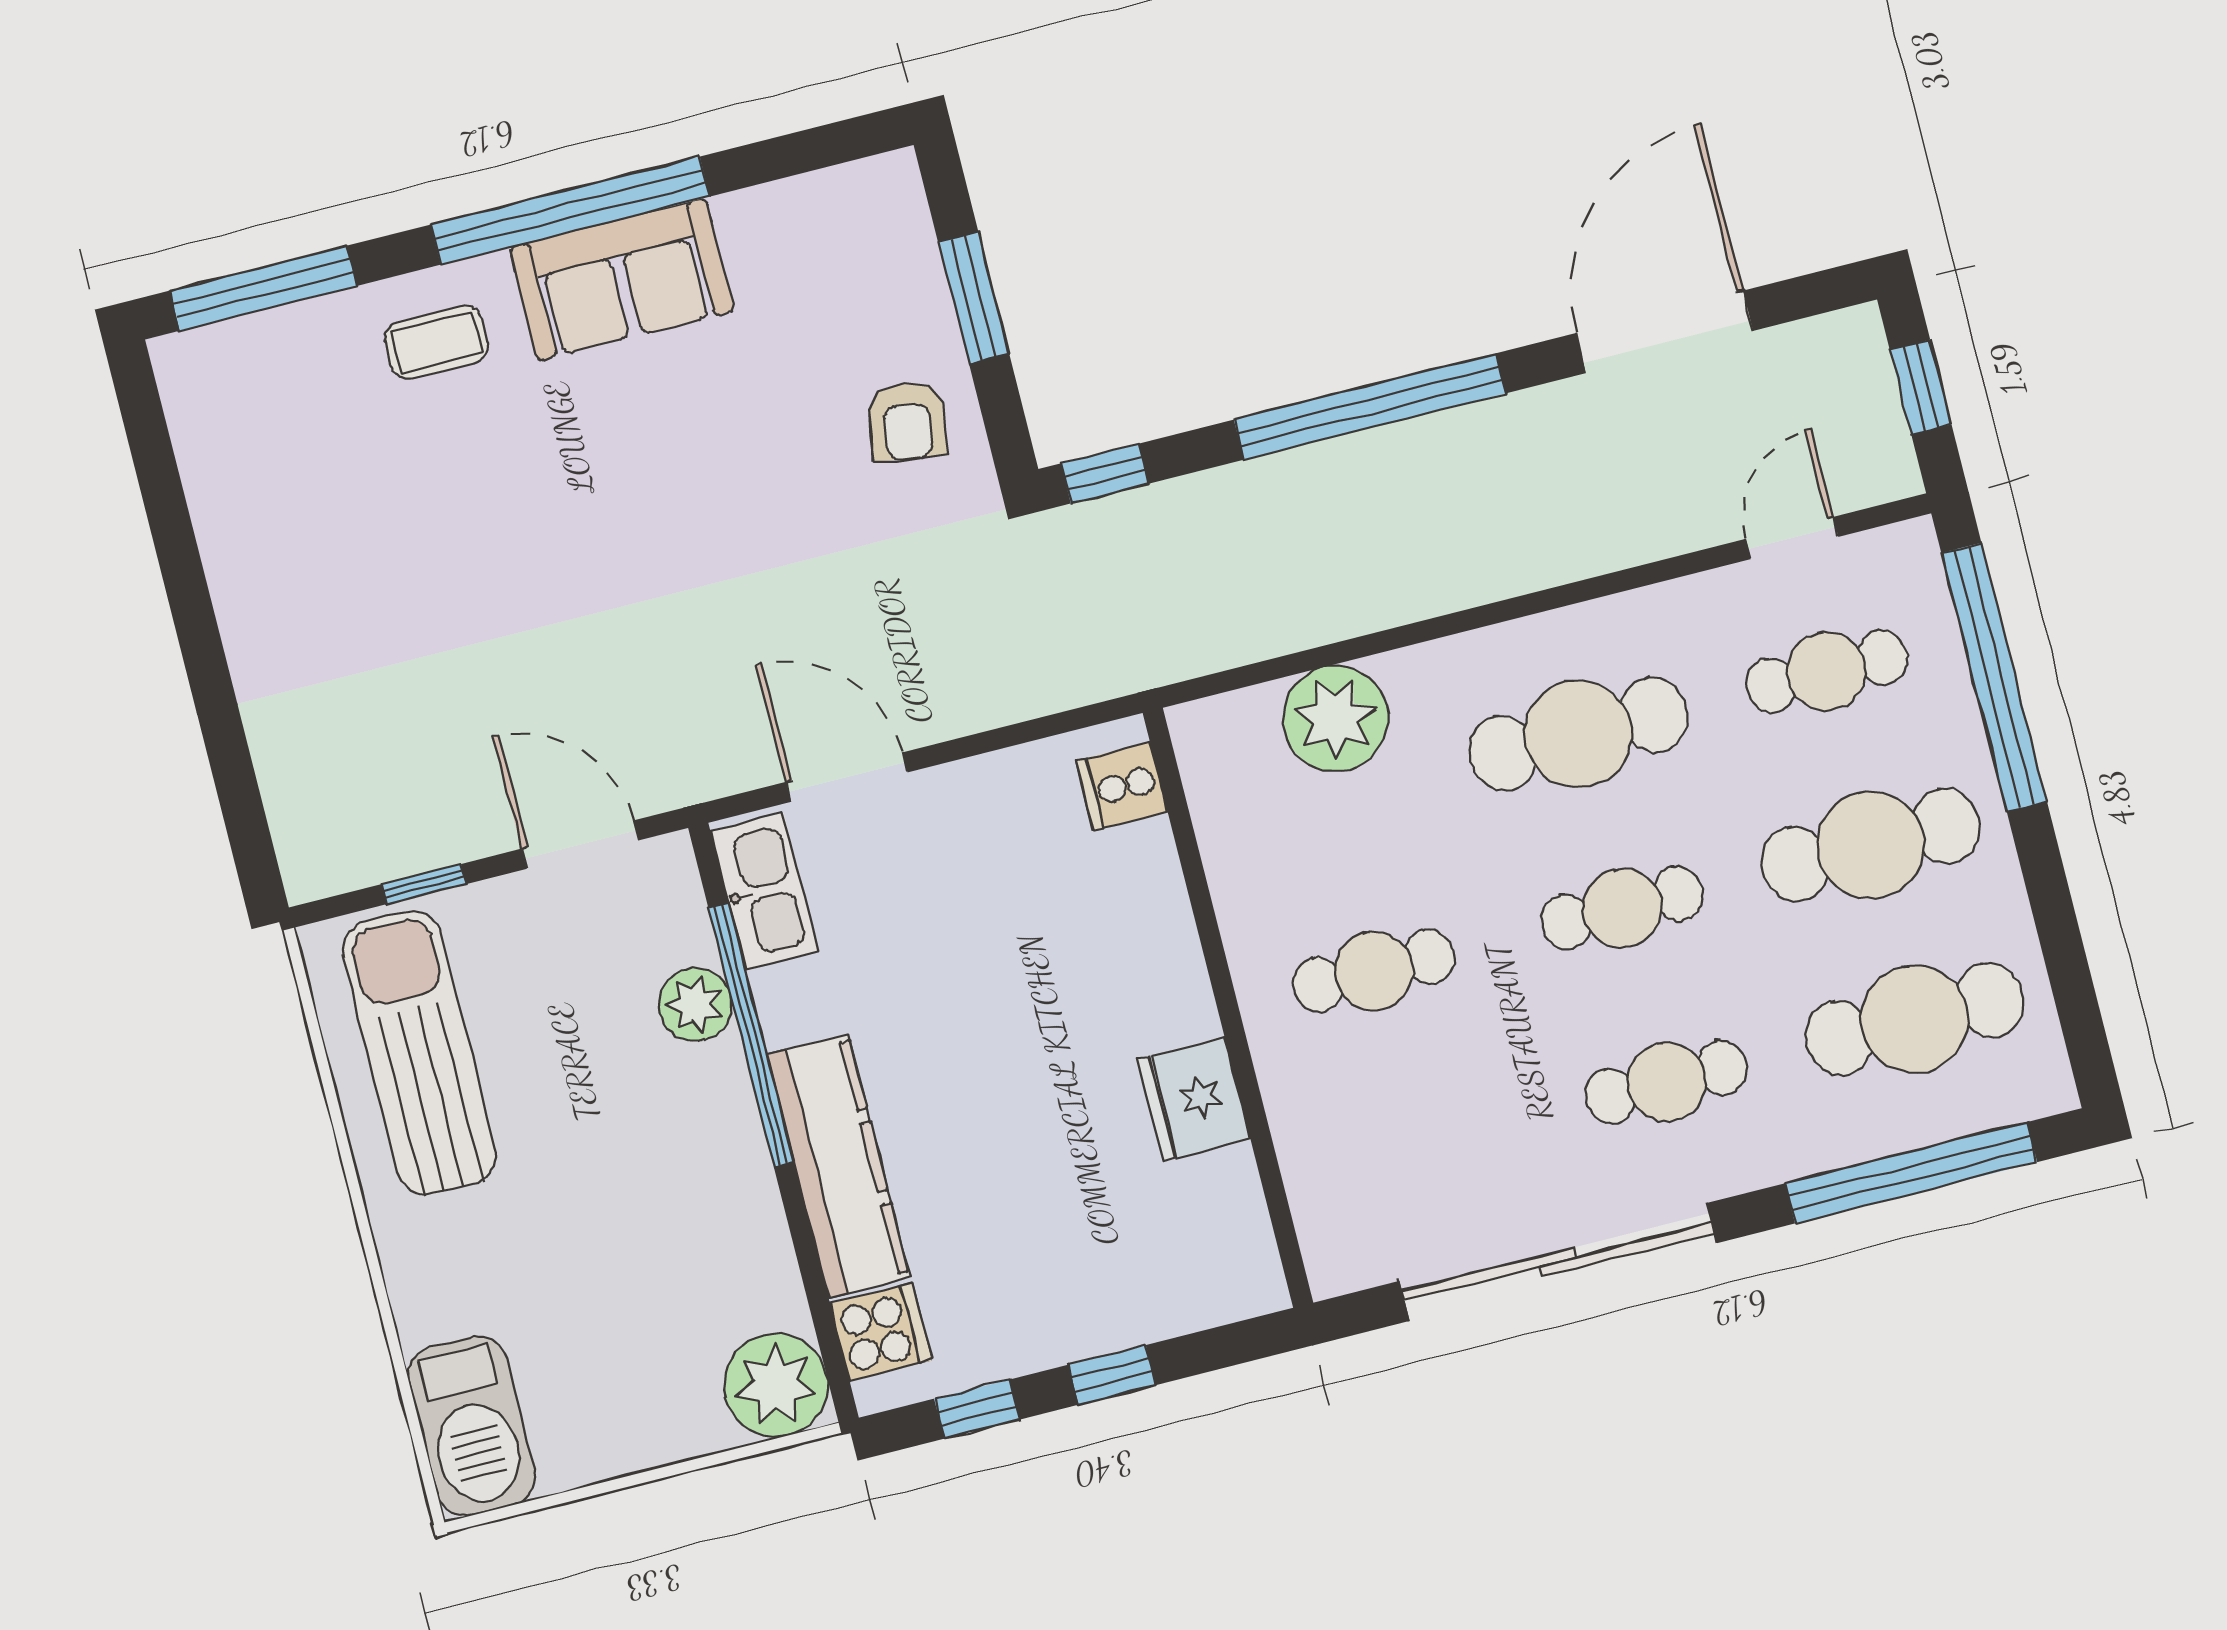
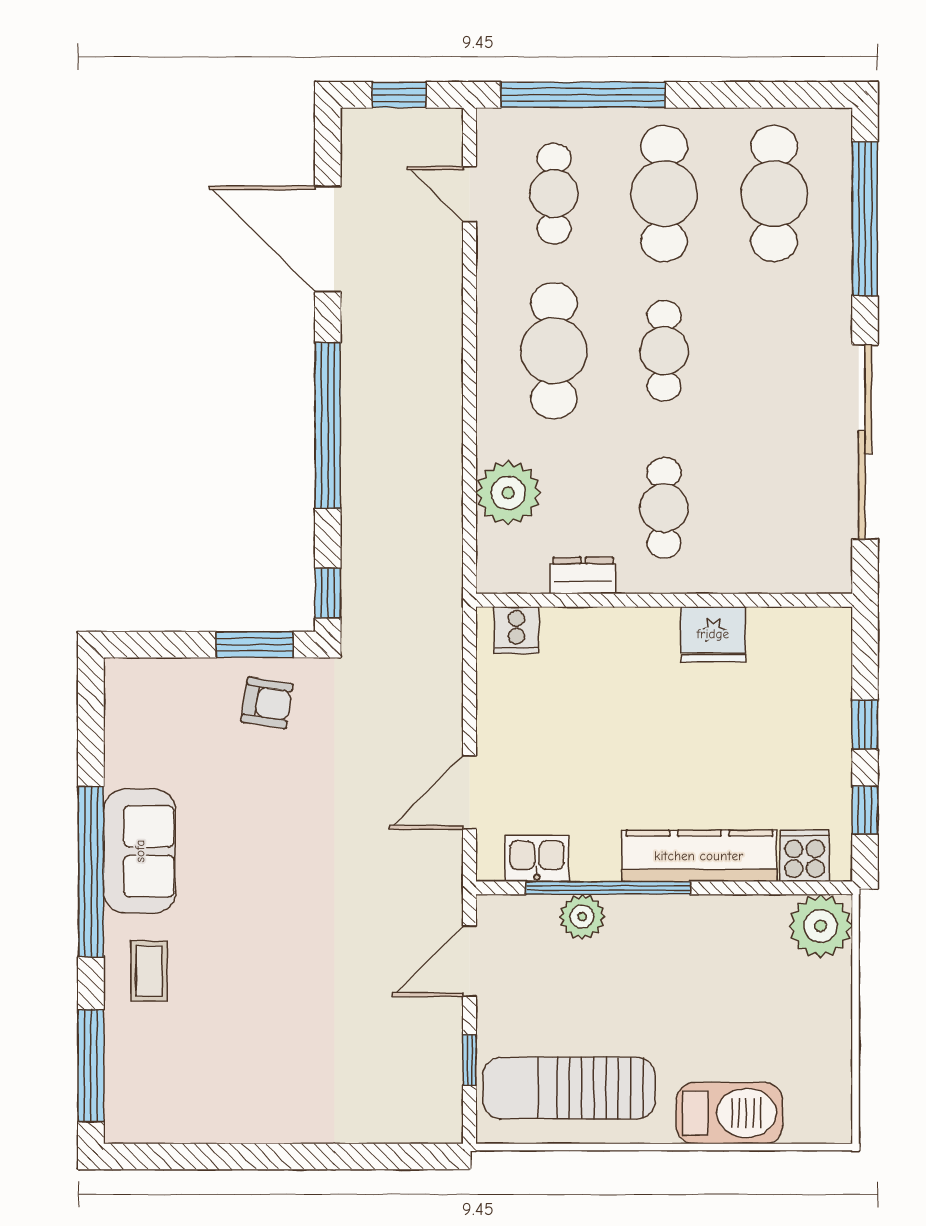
window: (974, 298) -> (255, 645), moved
dresser: (1235, 870) -> (583, 576), added
kitchen sink: (764, 891) -> (537, 858), width x0.73
cafe table: (1666, 1082) -> (774, 351), removed
barbecue: (472, 1426) -> (729, 1113), moved

